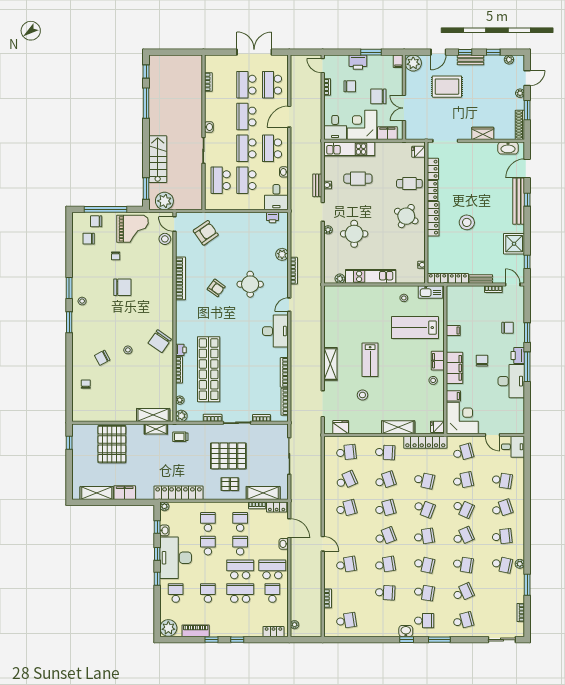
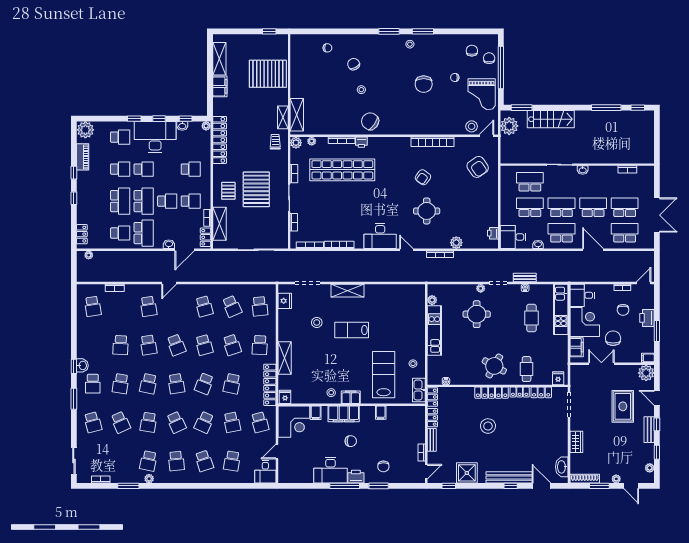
school desk: (208, 546) -> (144, 169), moved

